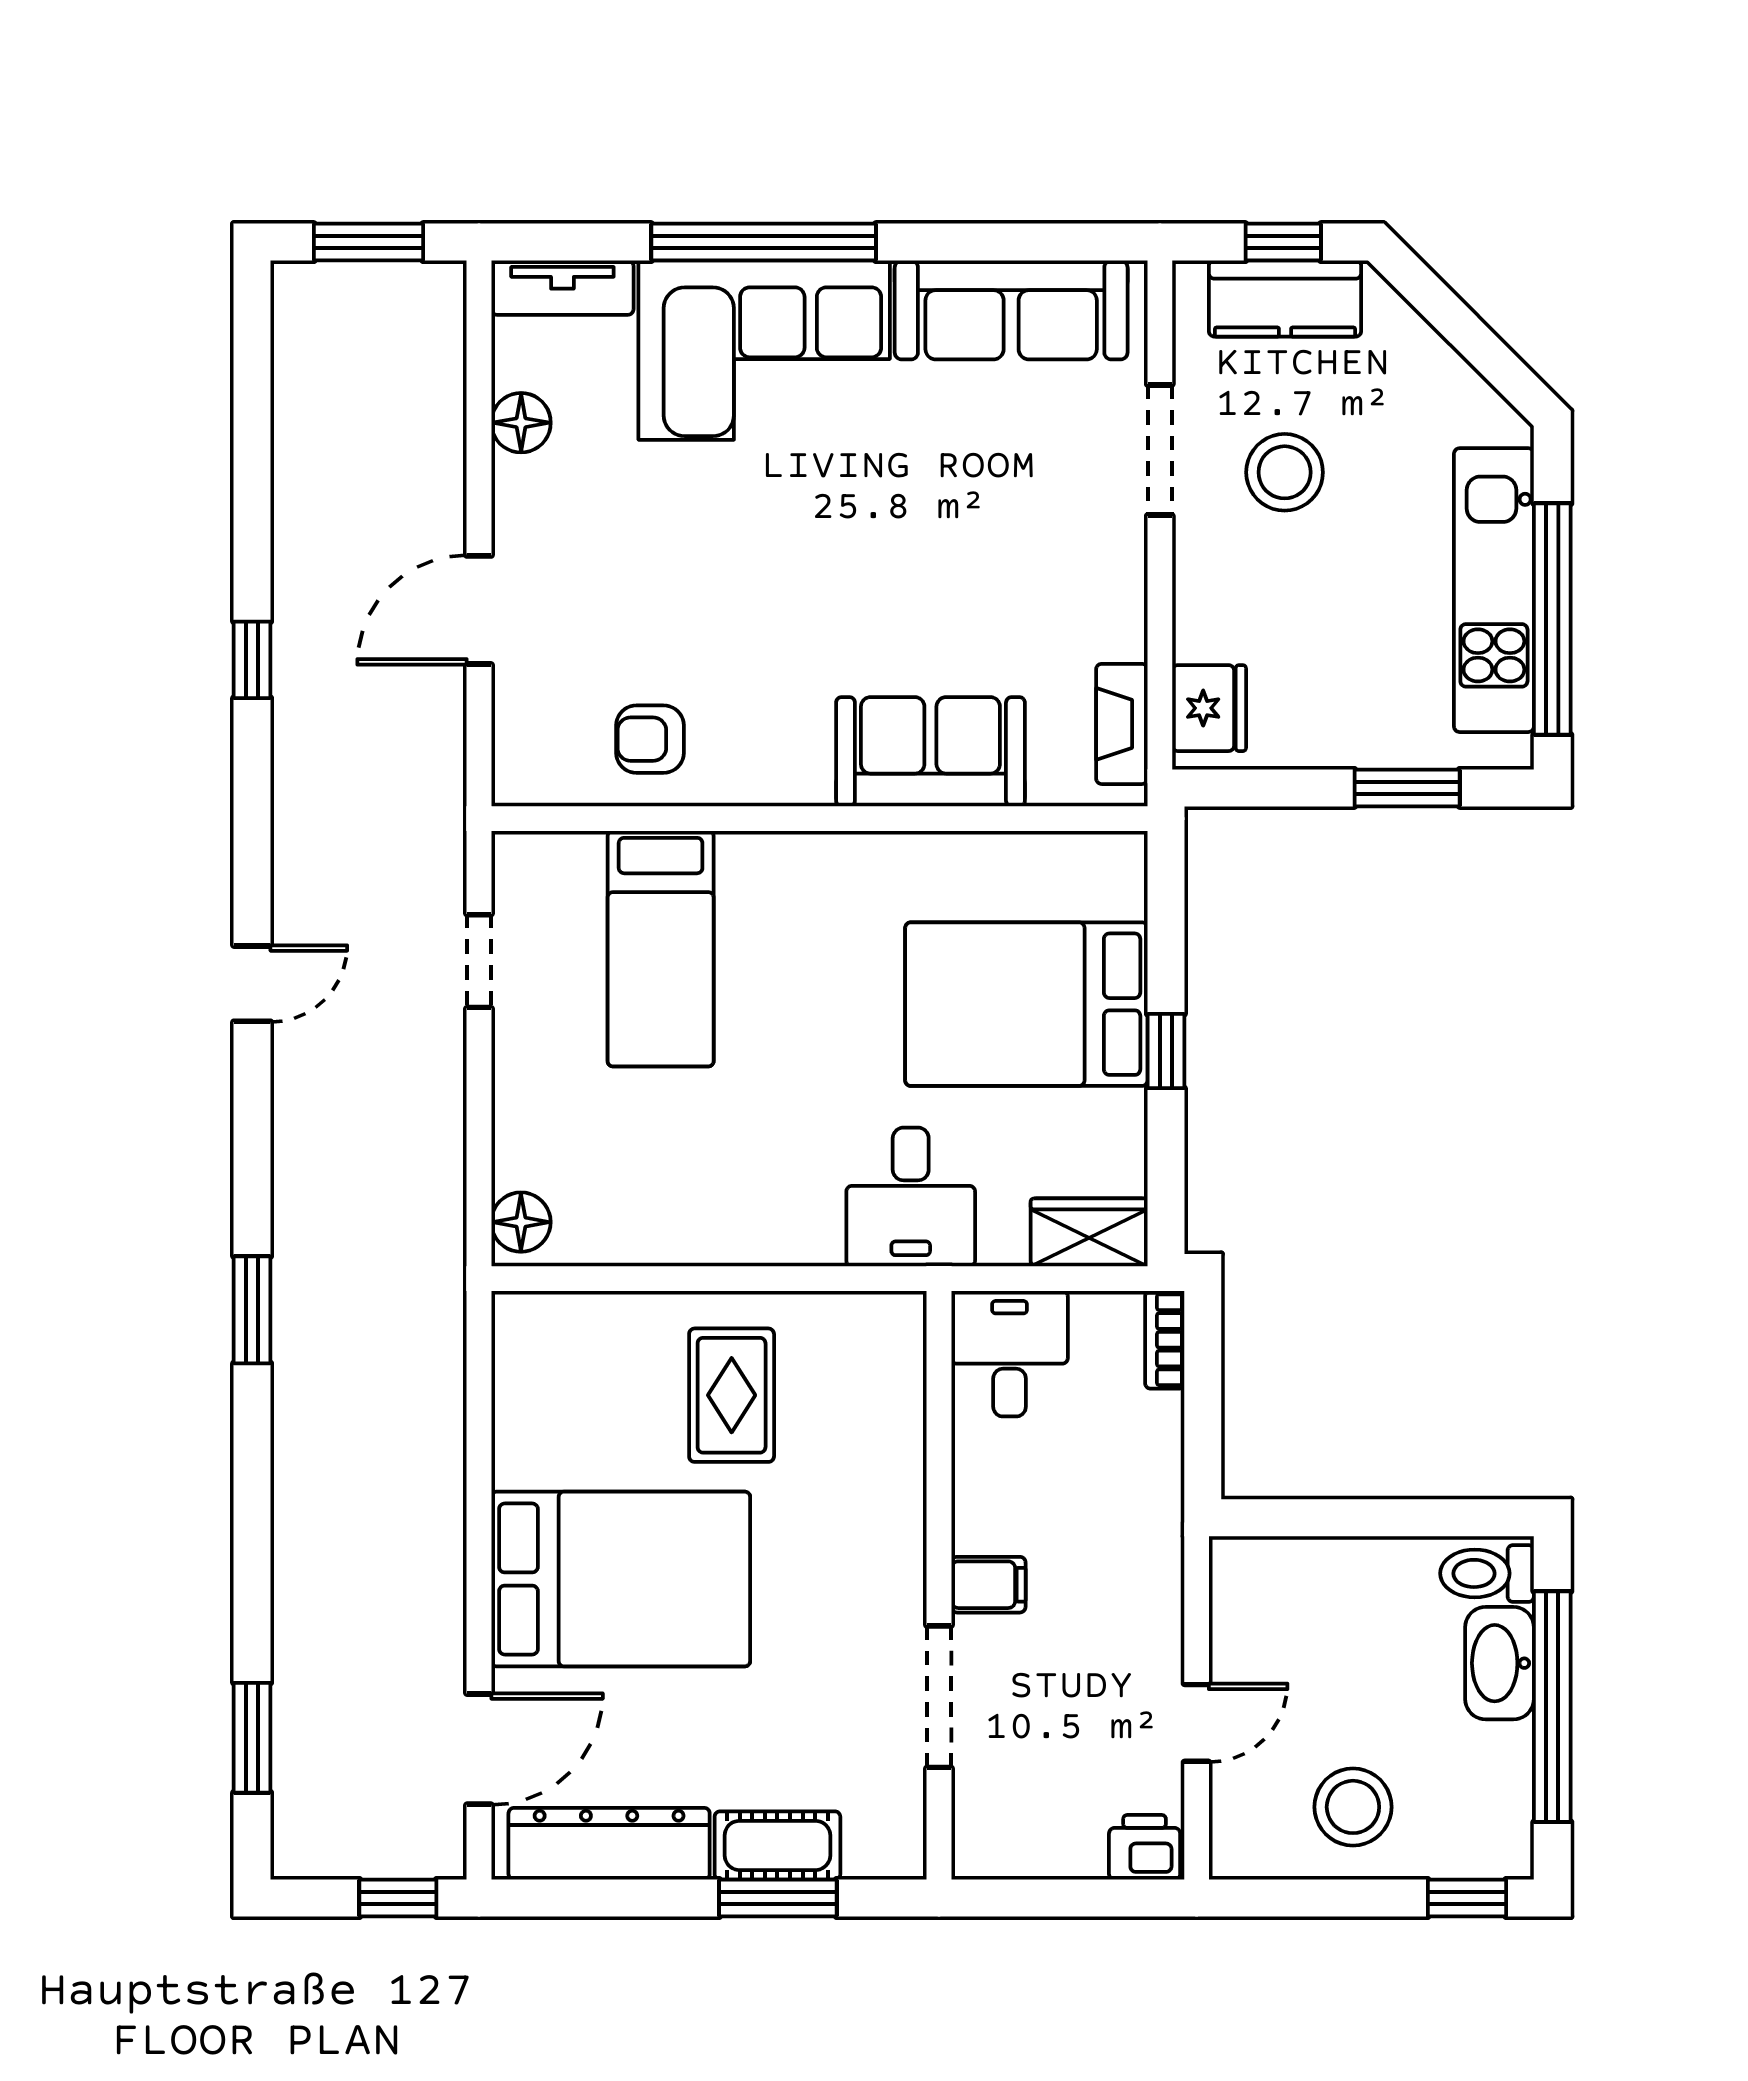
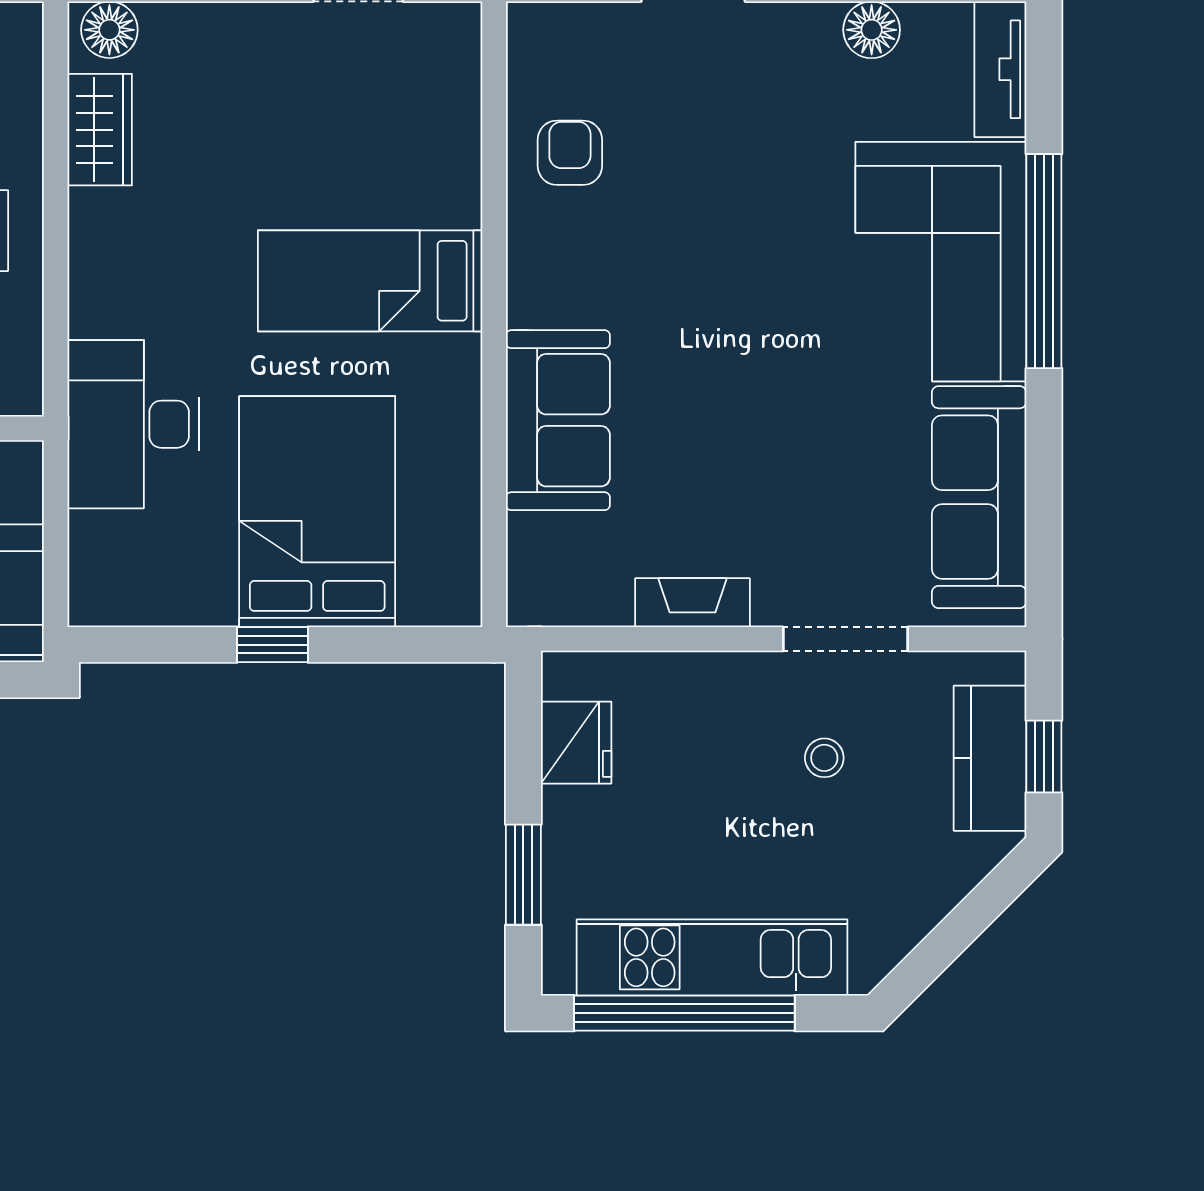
stool: (1285, 472) -> (824, 758), width x0.53, depth x0.53
fridge: (1209, 708) -> (576, 743), moved, turned -90
fireplace: (1122, 724) -> (693, 603), moved
bed: (661, 949) -> (370, 281), moved
desk: (911, 1197) -> (133, 424), width x1.37
wardrobe: (1089, 1232) -> (100, 130), moved

